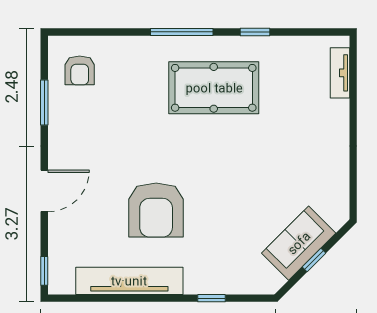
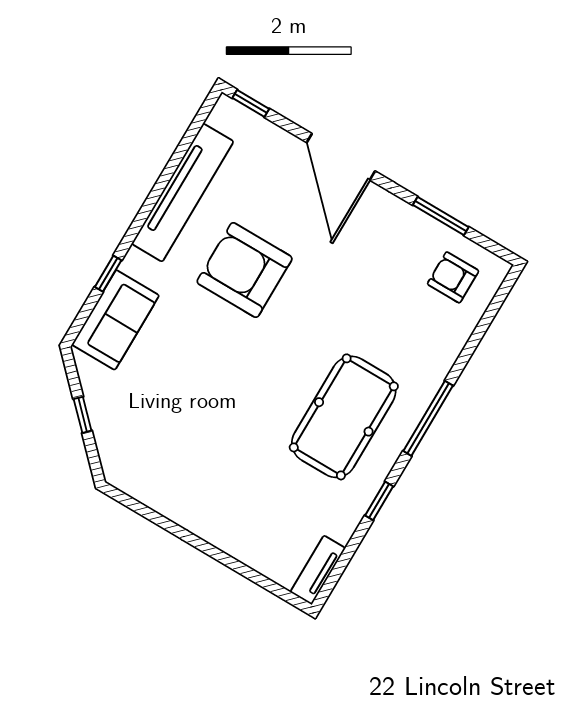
tv unit: (340, 73) -> (318, 570), moved, turned -90
door: (44, 191) -> (341, 157), width x1.36
sofa: (299, 243) -> (115, 320), moved, turned 45

